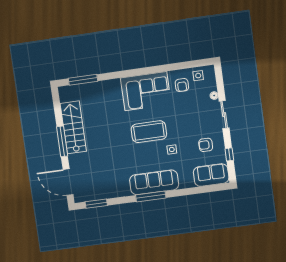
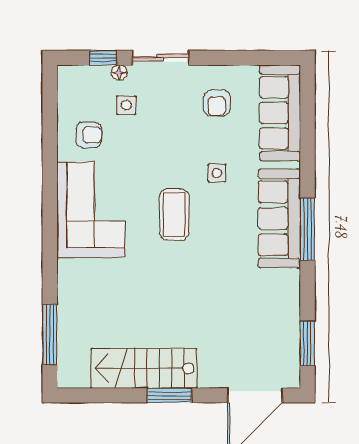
side table: (198, 76) -> (126, 105), moved
coffee table: (149, 132) -> (174, 215), width x0.73, depth x0.76
window: (62, 141) -> (170, 395), width x0.69
window: (229, 154) -> (103, 58), moved
sofa: (211, 175) -> (280, 113), width x1.36

